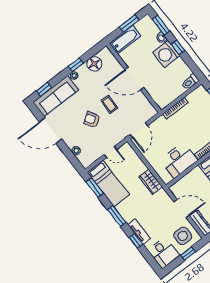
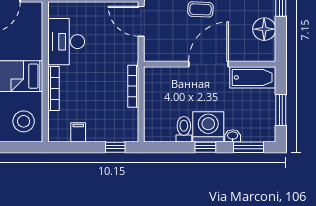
bathtub: (125, 39) -> (253, 77), moved, turned -90
toilet: (190, 82) -> (184, 129), moved

